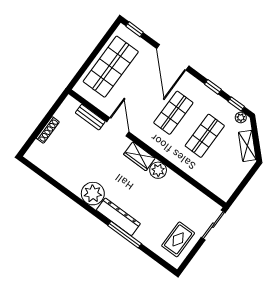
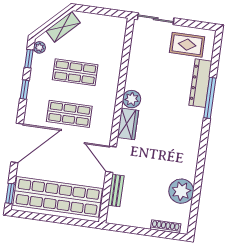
shop shelf: (111, 67) -> (58, 197), width x1.40
door: (118, 127) -> (111, 159), hinge flipped
shoe rack: (48, 130) -> (166, 226), moved
plant: (93, 194) -> (181, 191), moved
dresser: (118, 217) -> (200, 83), moved

